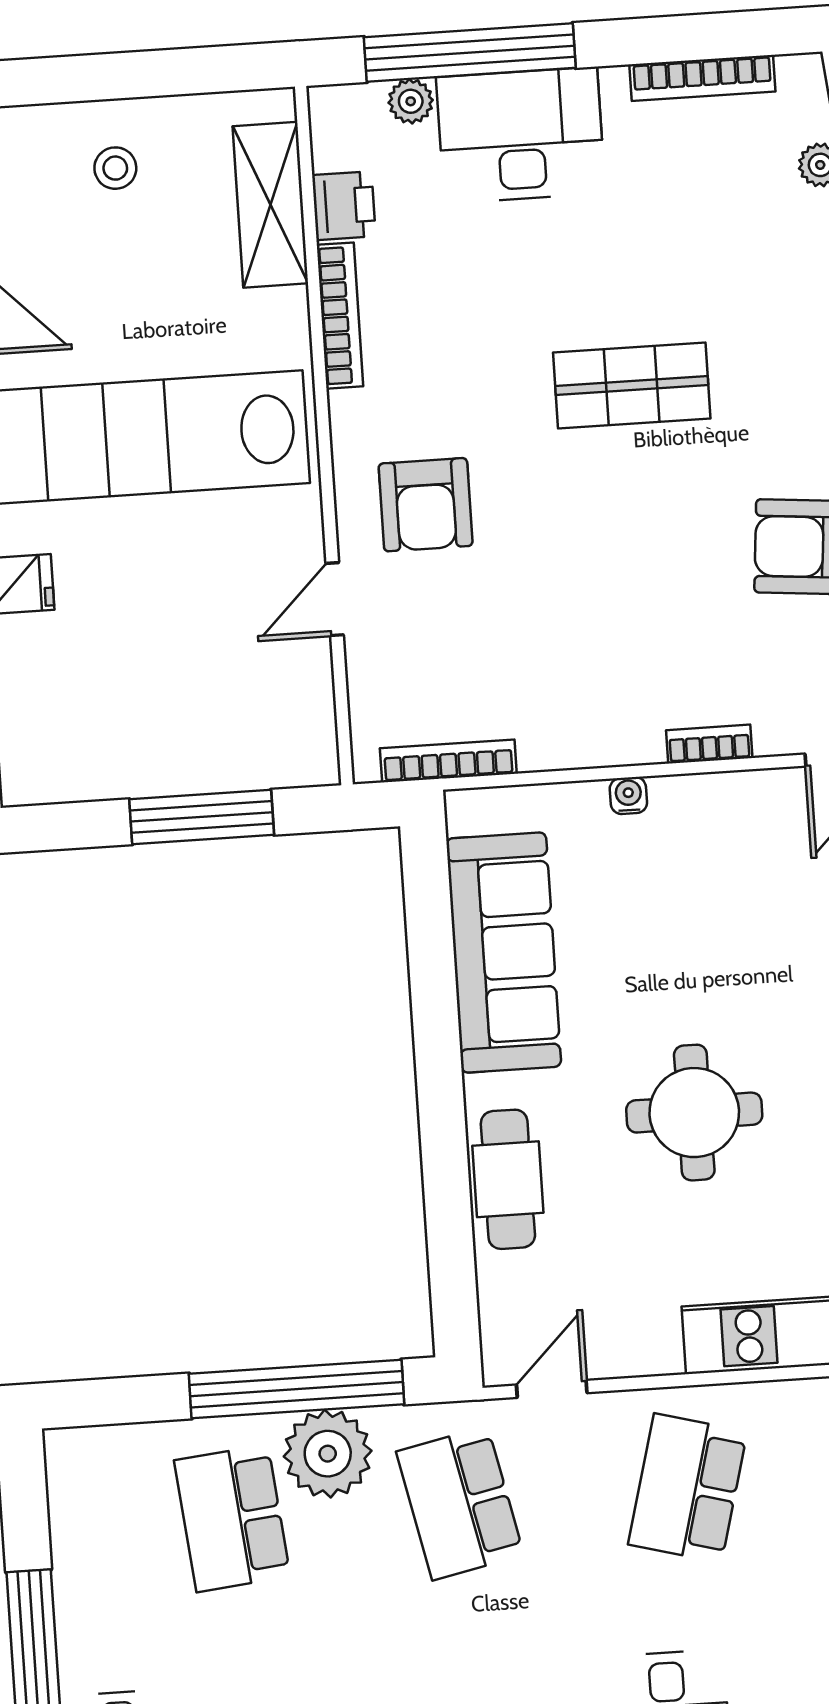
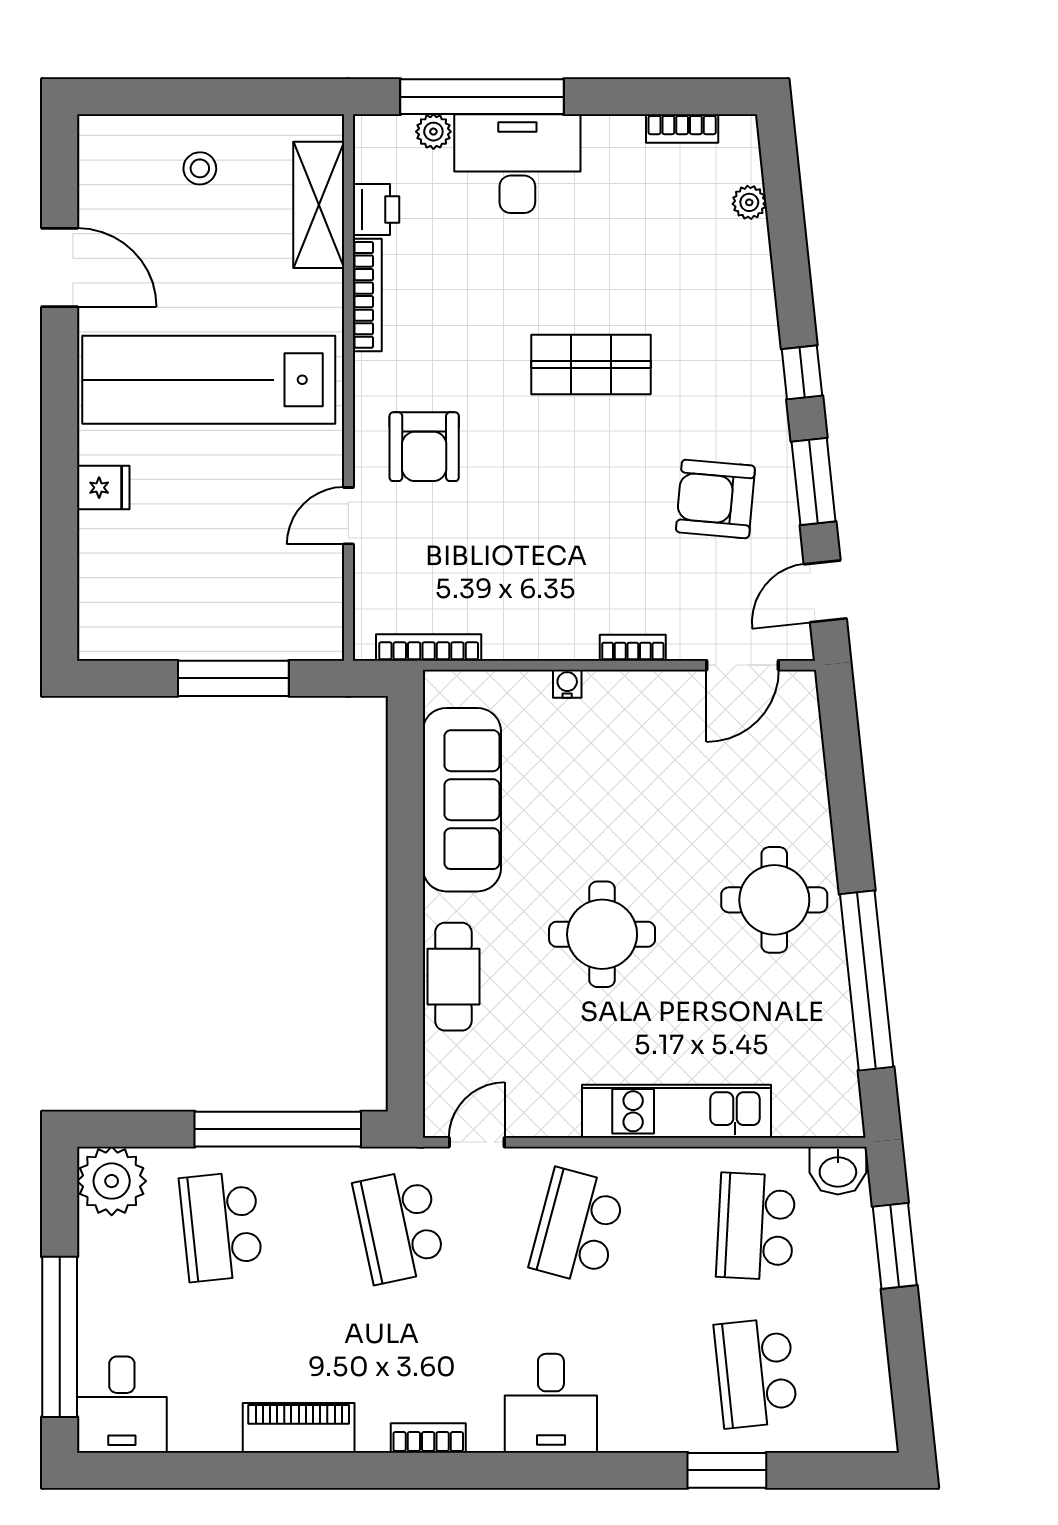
bookcase: (702, 78) -> (682, 129), width x0.64
plant: (328, 1454) -> (112, 1181), moved

